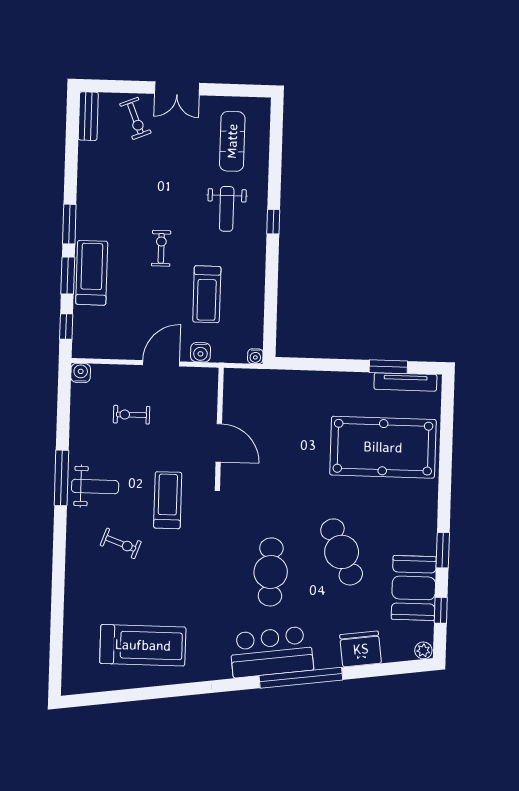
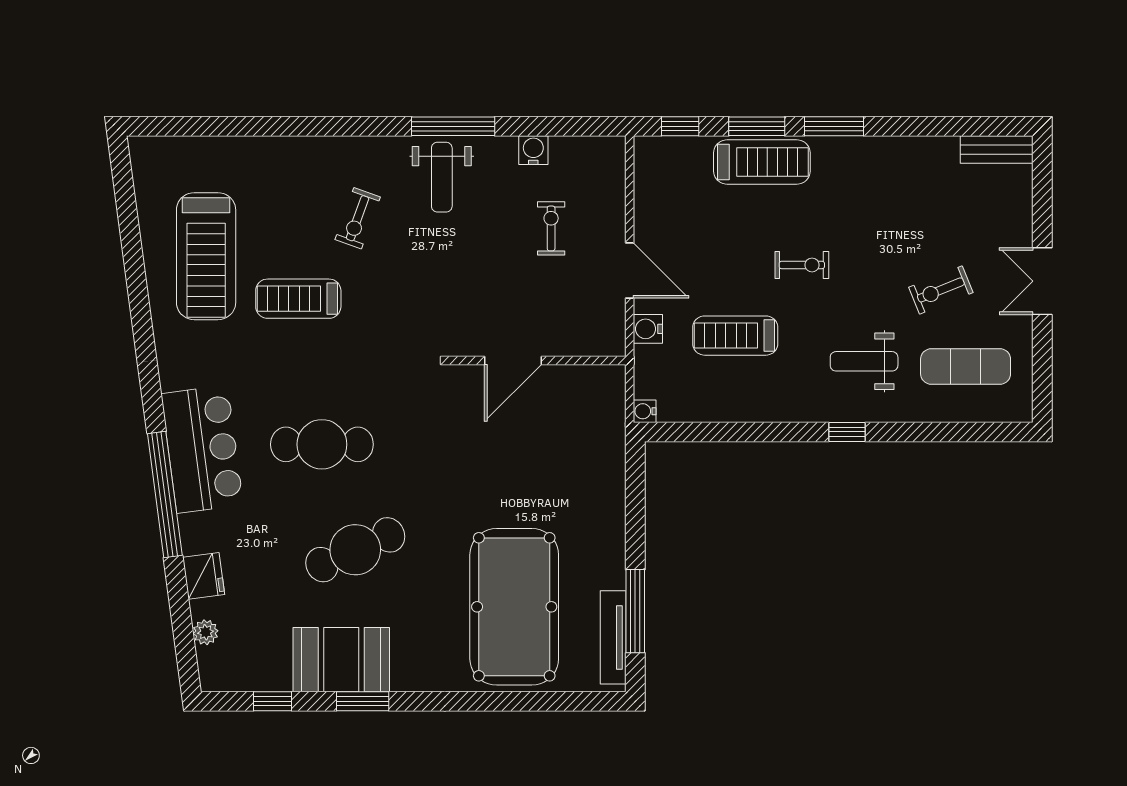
exercise bike: (135, 118) -> (941, 290), moved
window: (388, 367) -> (635, 611), width x1.44
water cooler: (81, 373) -> (533, 150), moved, turned -90
treadmill: (168, 500) -> (298, 299), moved, turned 180
booth: (414, 588) -> (341, 660), moved
fridge: (361, 649) -> (204, 576), width x0.73, depth x0.75
plant: (423, 650) -> (206, 632), moved

